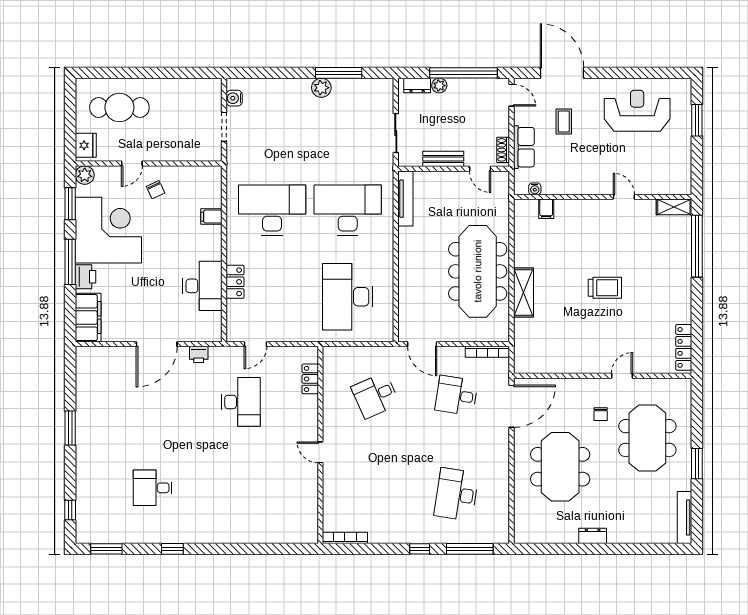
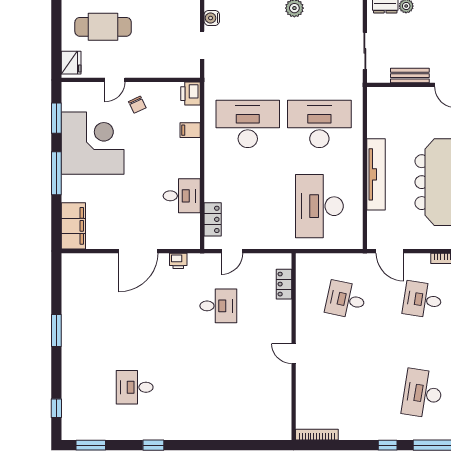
plant: (85, 175) -> (70, 91), removed
tv unit: (405, 199) -> (376, 174), moved, width x1.36, depth x1.29
printer: (85, 277) -> (191, 94), moved, turned 180
locker: (235, 282) -> (213, 219), moved
desk: (202, 286) -> (182, 196), width x0.73
desk: (375, 395) -> (346, 300), turned 36
desk: (241, 402) -> (218, 306), width x0.73

